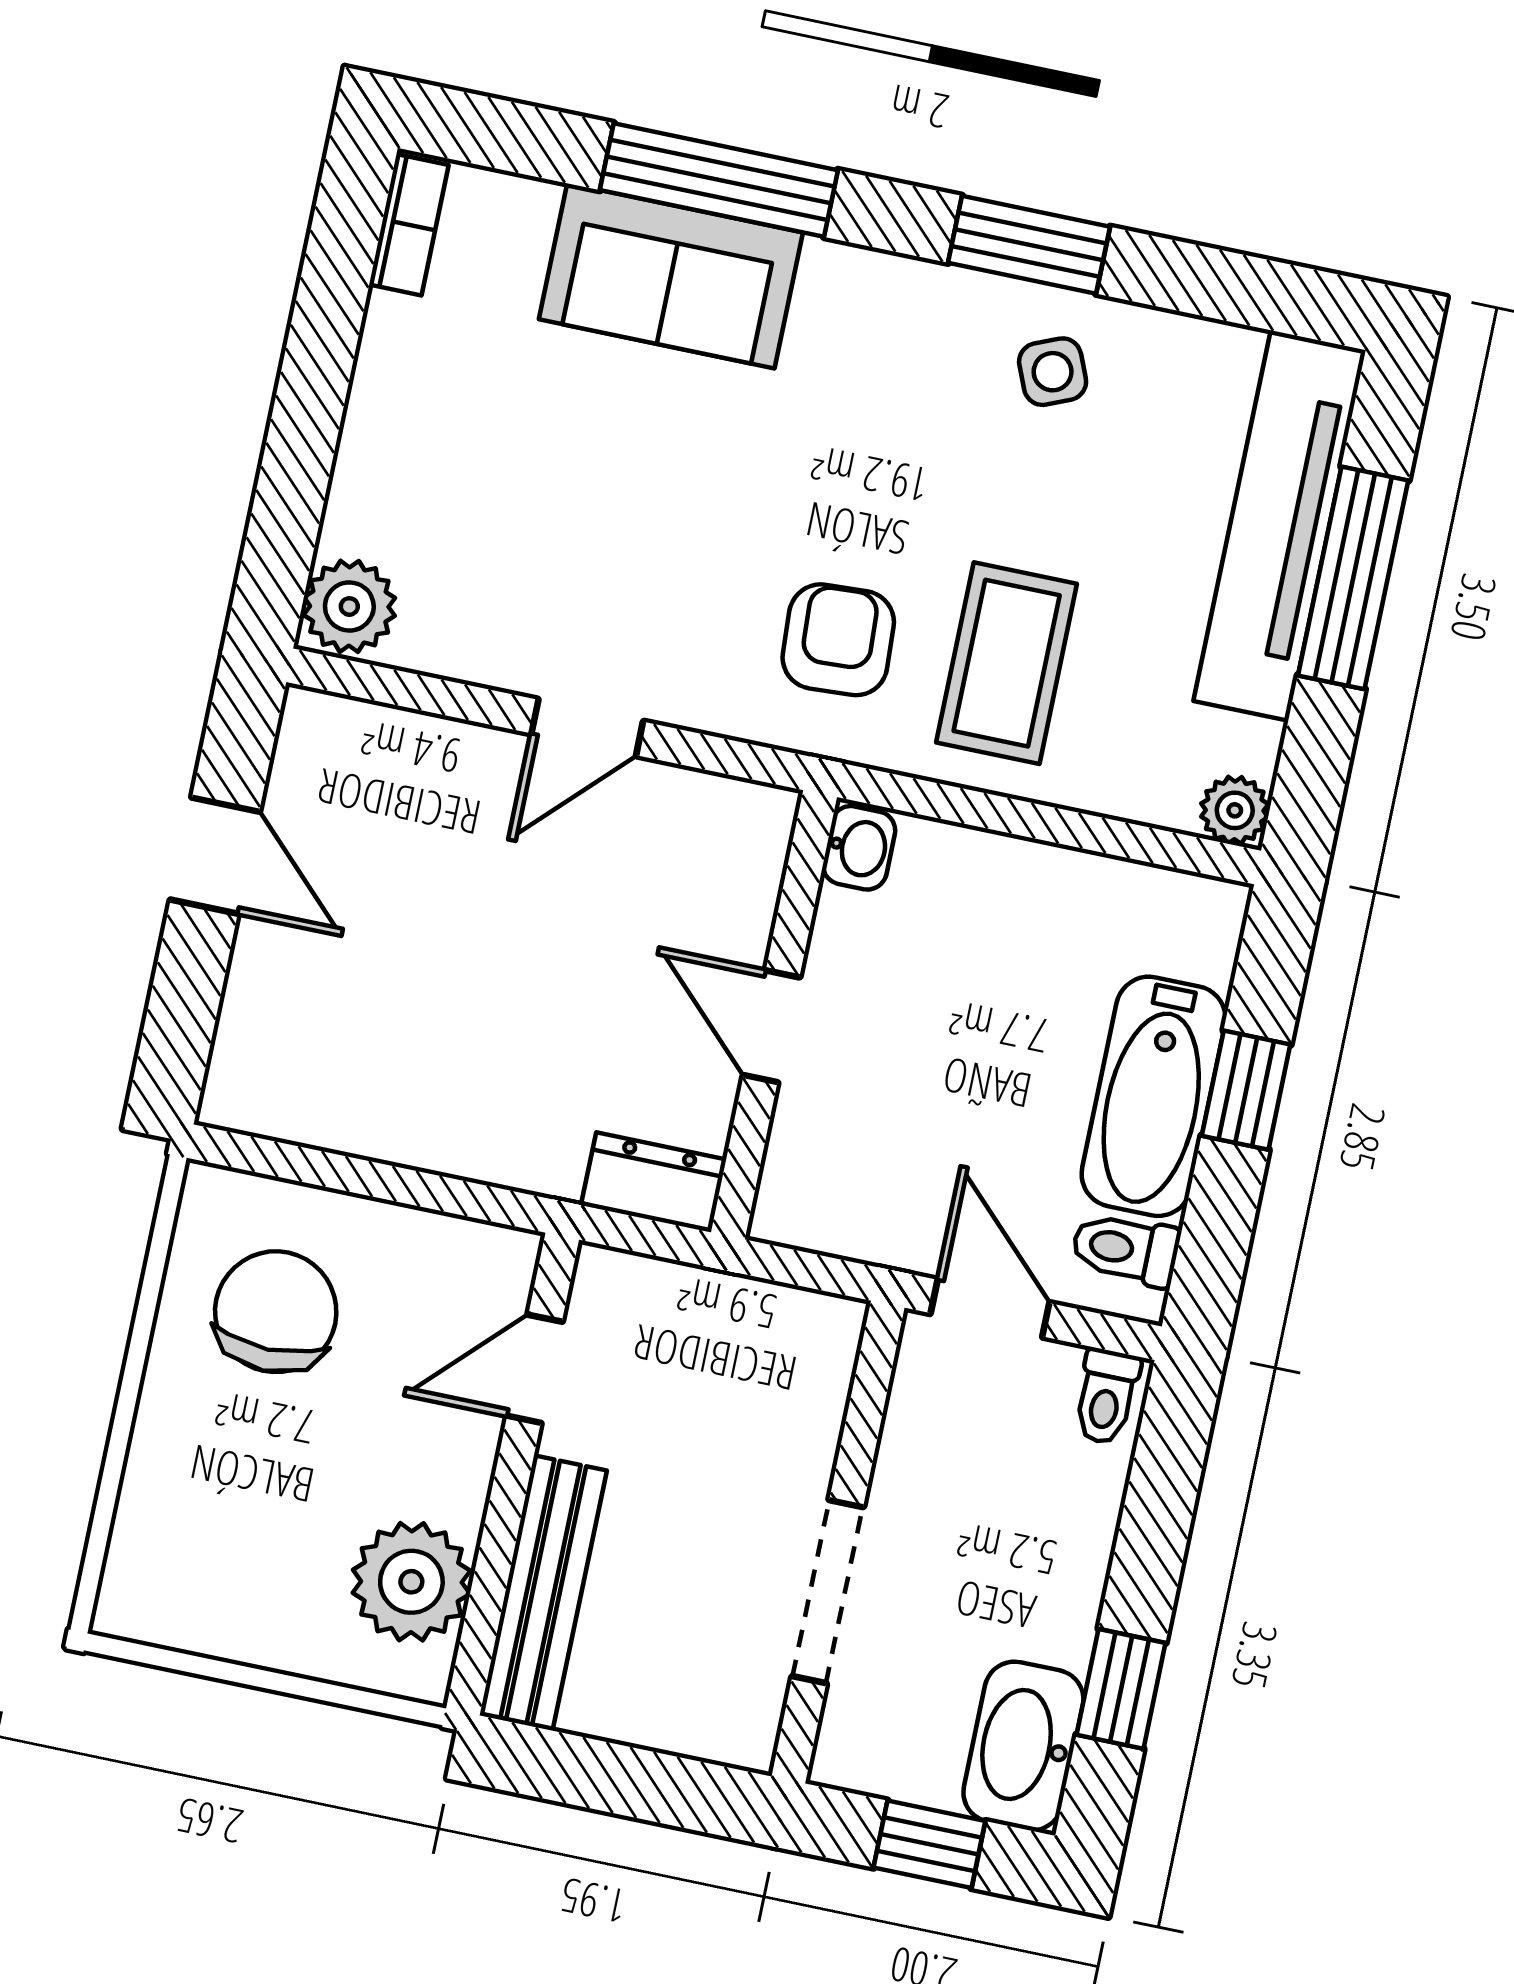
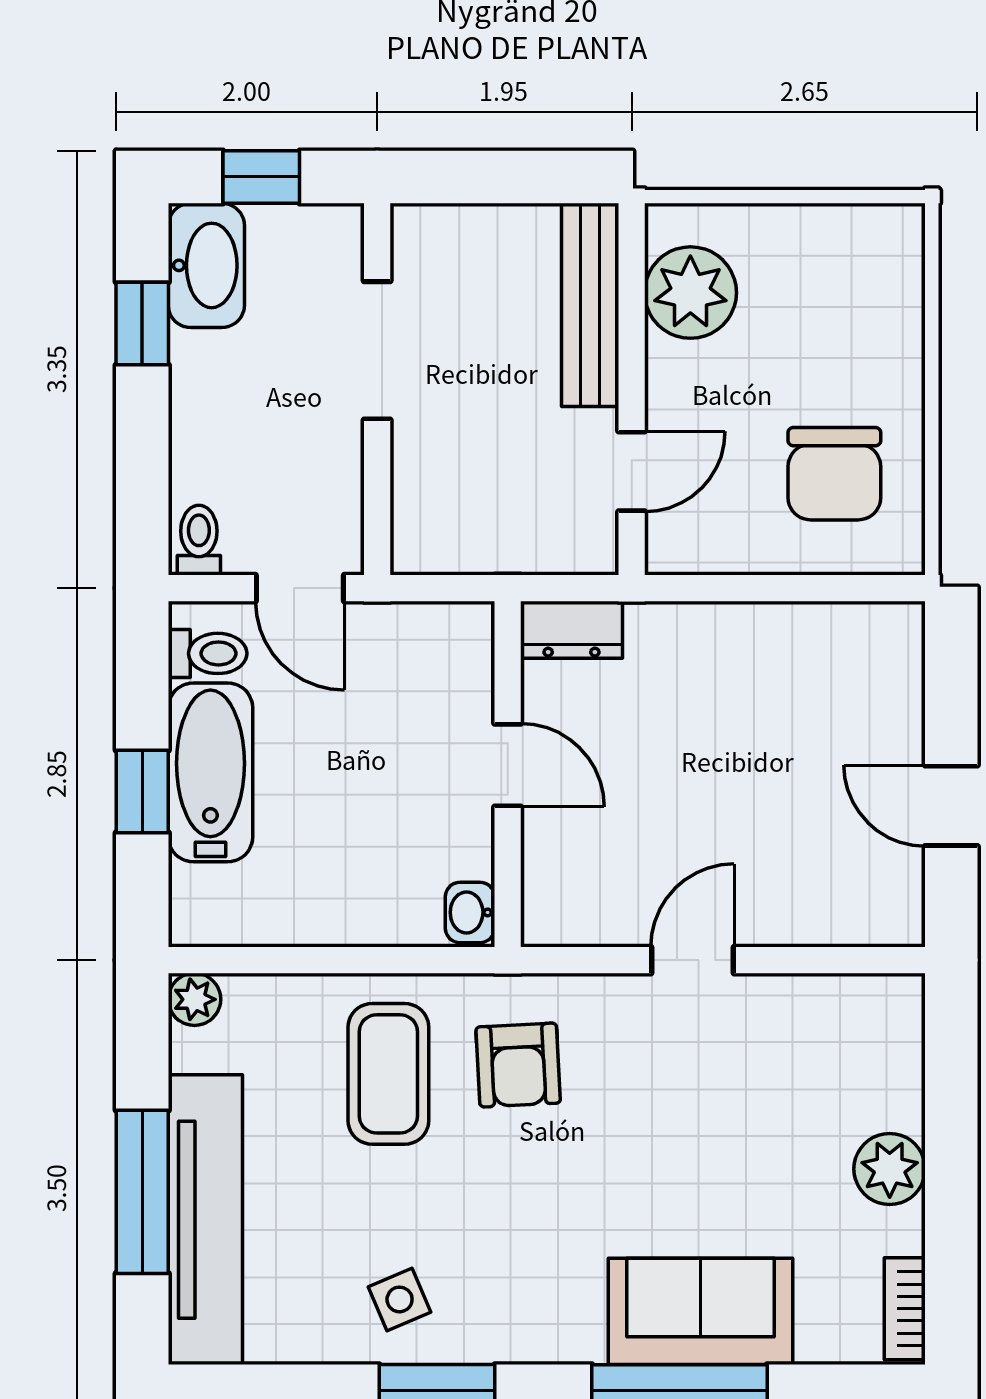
plant: (349, 606) -> (890, 1169), moved

